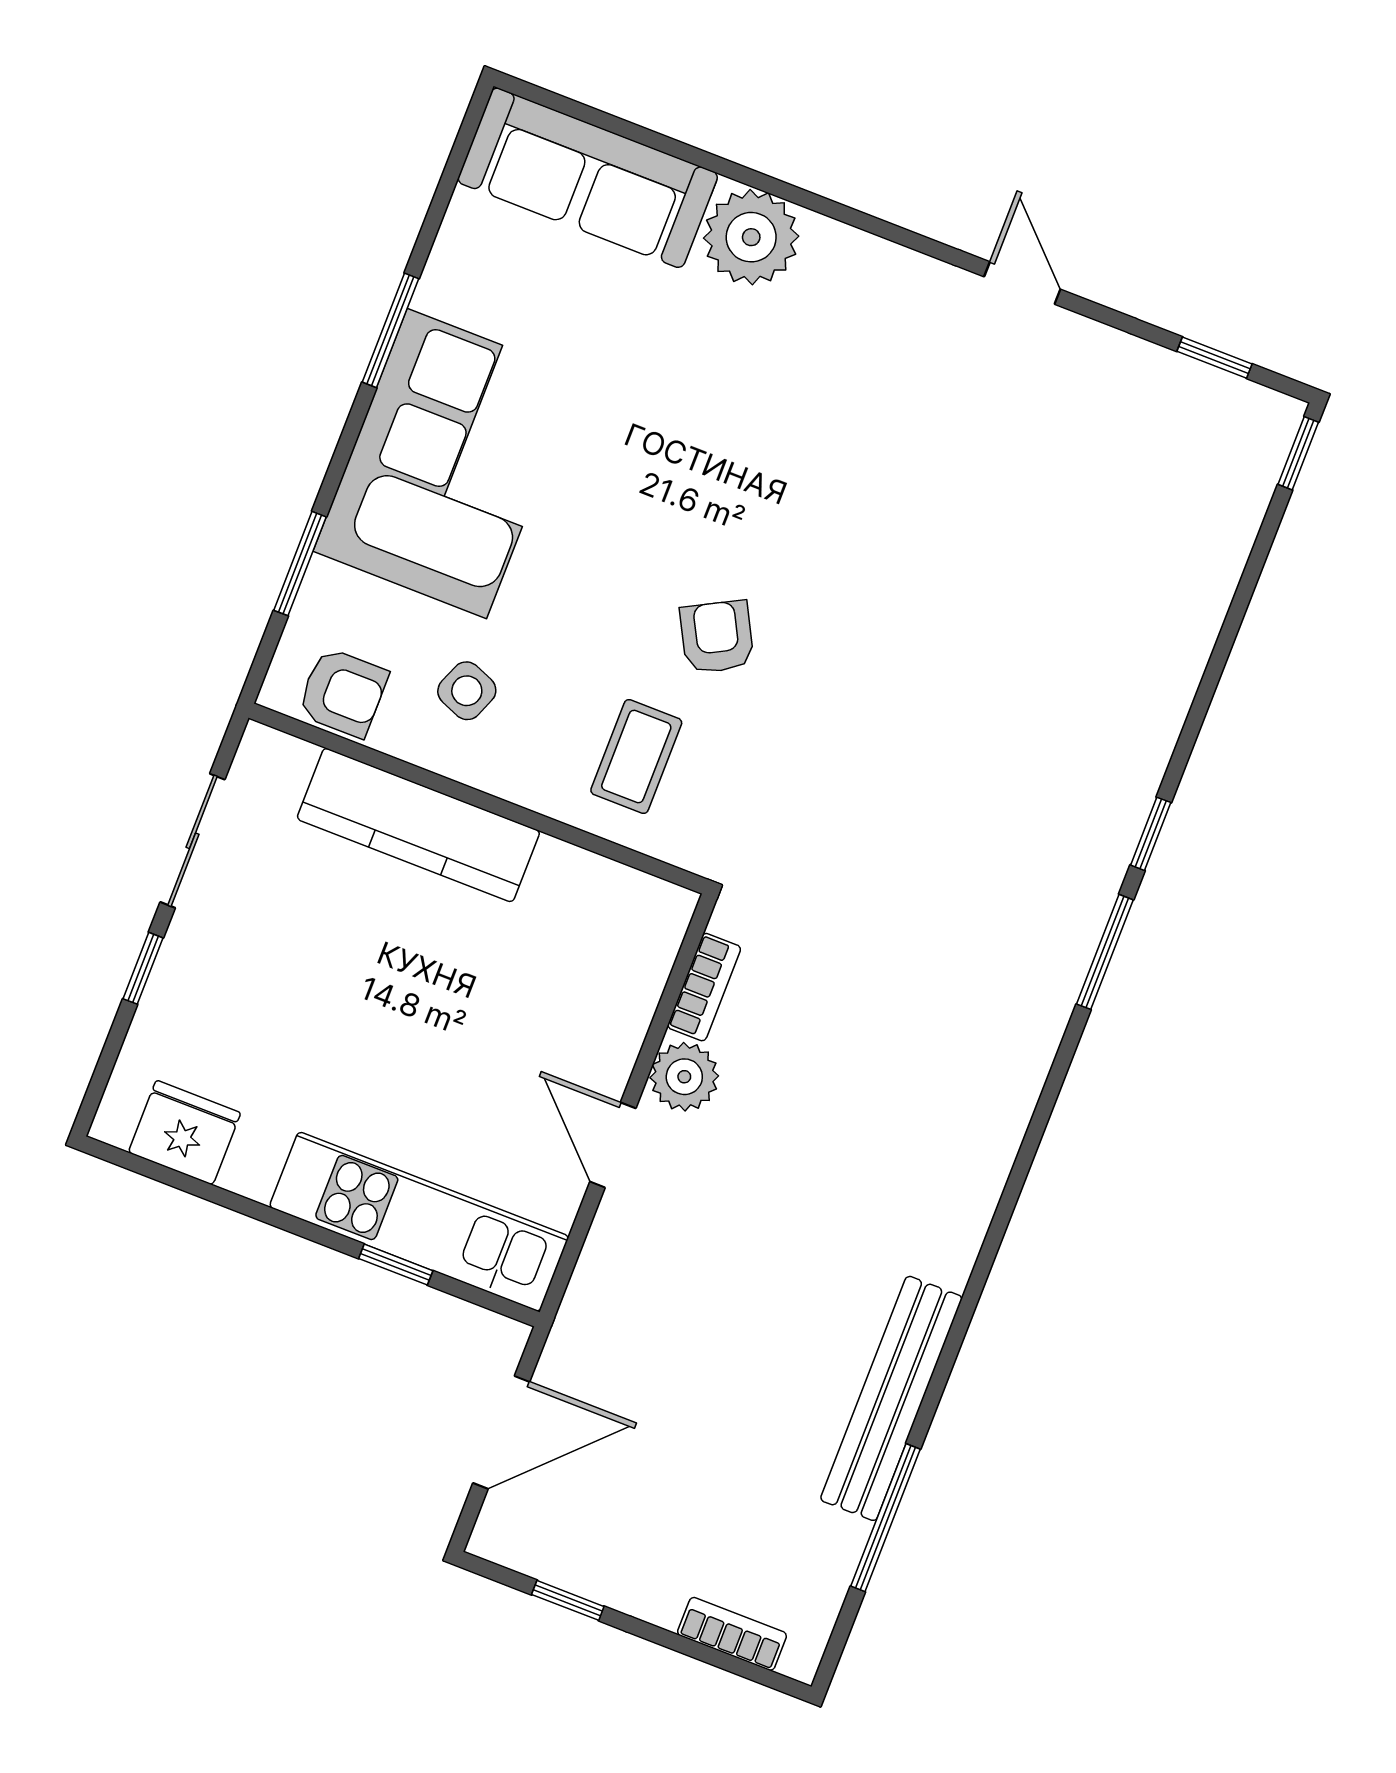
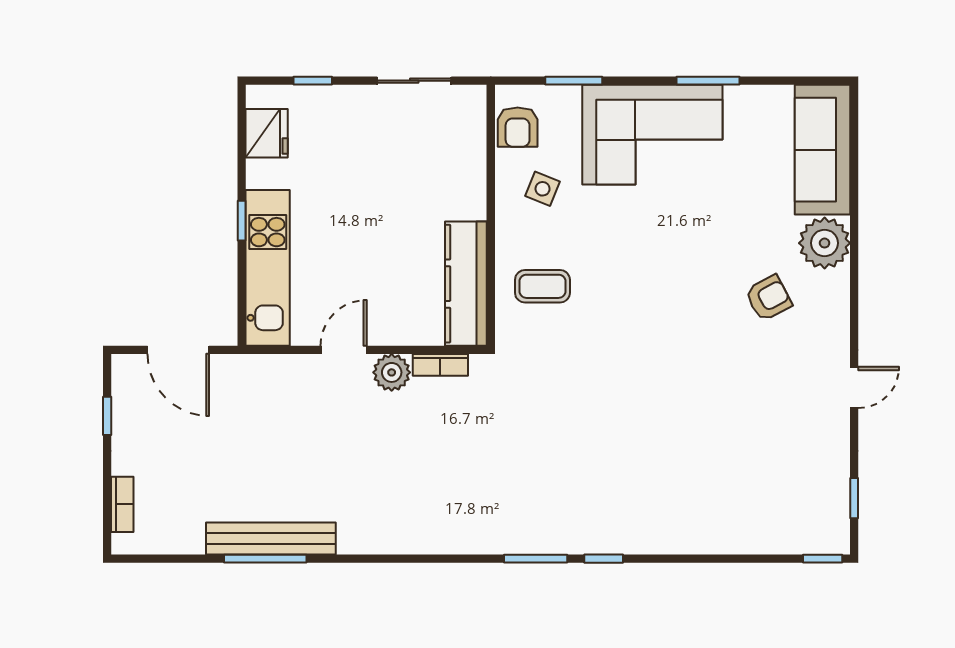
armchair: (717, 637) -> (769, 298), moved
kitchen counter: (418, 825) -> (466, 284), moved
window: (143, 968) -> (313, 81), moved
window: (396, 1265) -> (242, 221), moved
window: (885, 1518) -> (265, 559), moved

